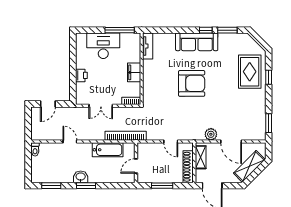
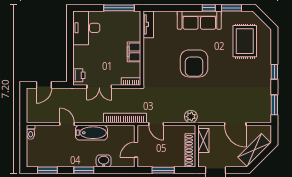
desk: (103, 46) -> (86, 28), moved, turned -90
rug: (250, 72) -> (245, 41), moved
printer: (81, 75) -> (79, 75), moved
window: (269, 77) -> (274, 72), moved
armchair: (192, 83) -> (194, 63), turned 90
plant: (211, 134) -> (191, 117), moved
door: (171, 141) -> (156, 124), moved
bathtub: (108, 150) -> (91, 133), moved
washbasin: (81, 177) -> (104, 161), moved

